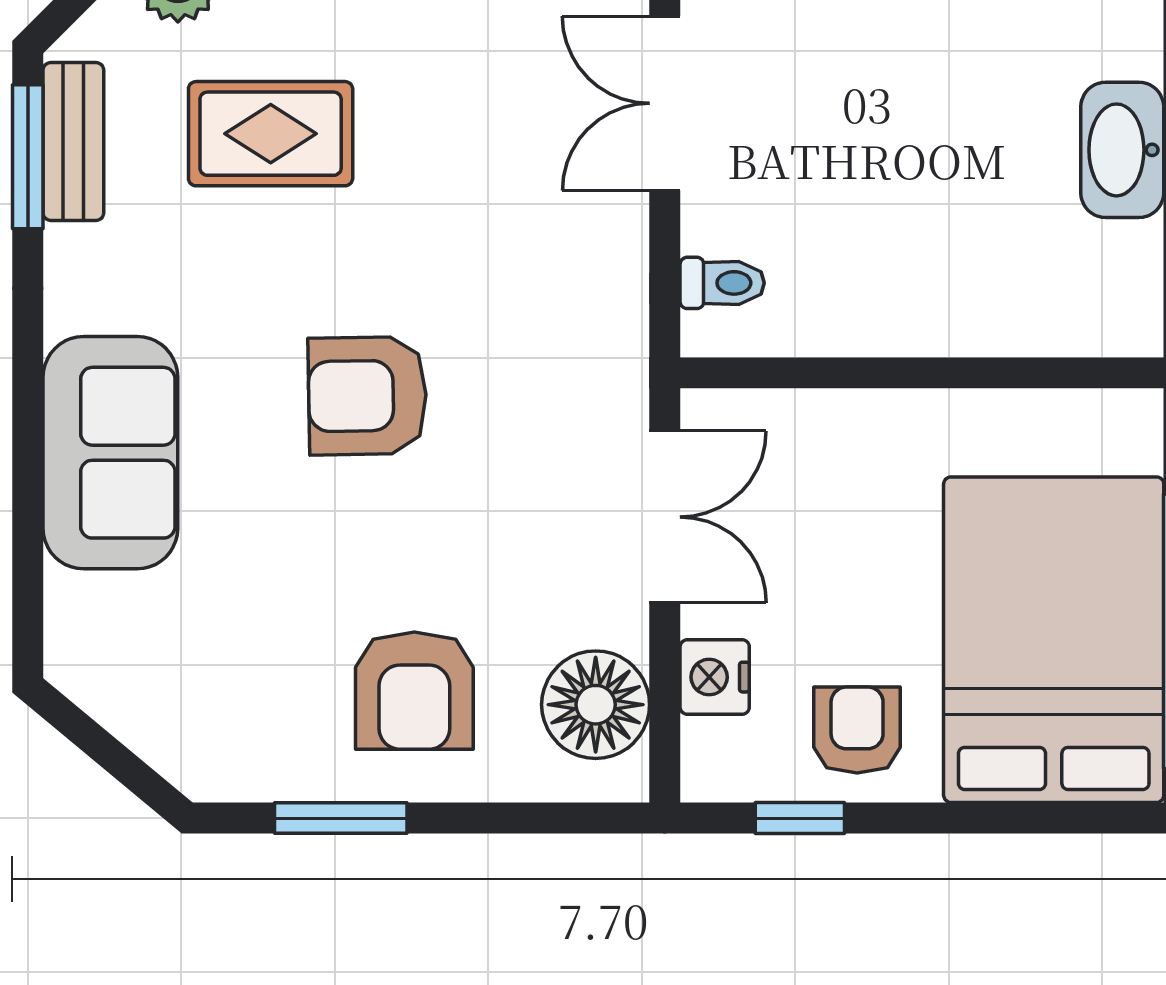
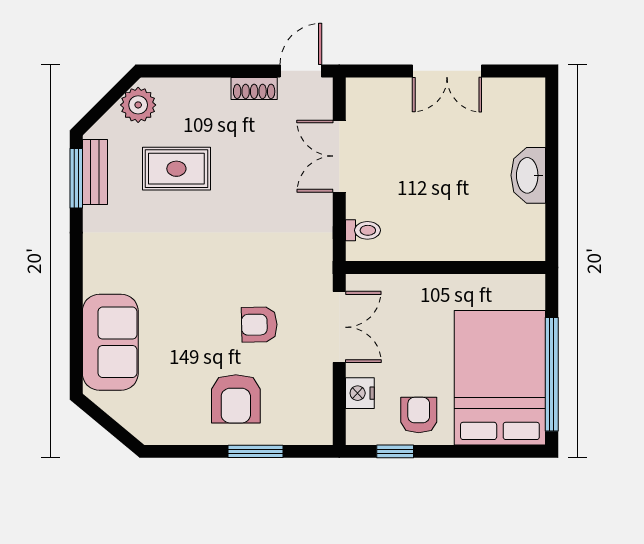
armchair: (367, 396) -> (259, 325), moved, width x0.72, depth x0.72
sofa: (110, 453) -> (110, 342), moved
floor lamp: (596, 705) -> (311, 405), removed
window: (341, 818) -> (255, 451), moved

